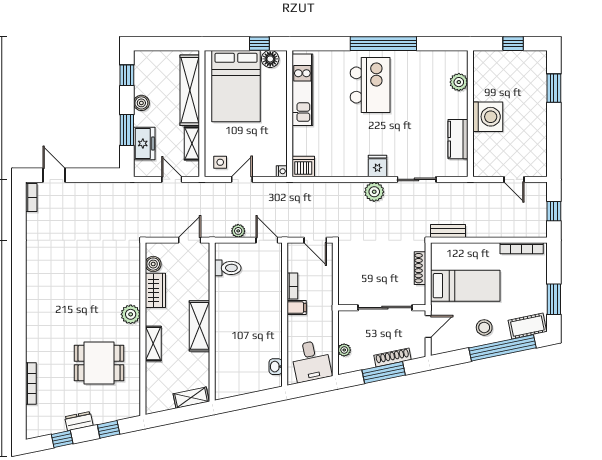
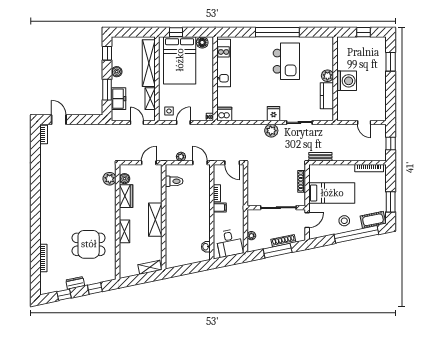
window: (259, 44) -> (176, 32), moved
plant: (459, 82) -> (327, 76), moved
kitchen island: (370, 85) -> (286, 61), moved
plant: (131, 314) -> (110, 179), moved

